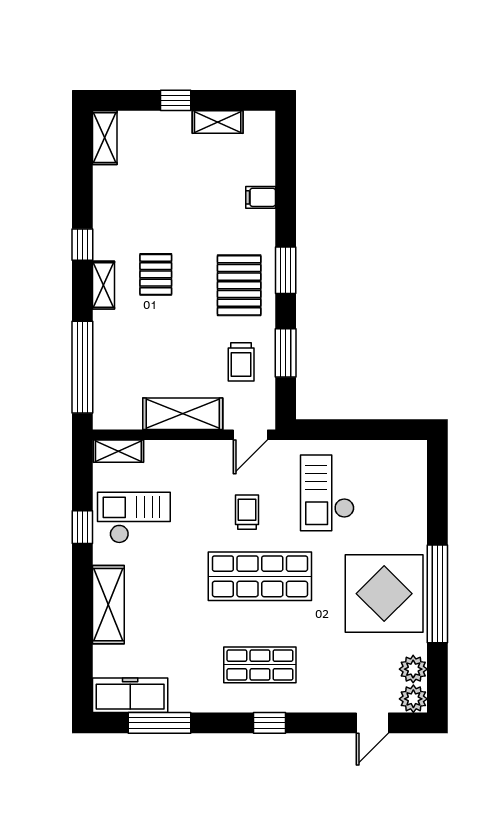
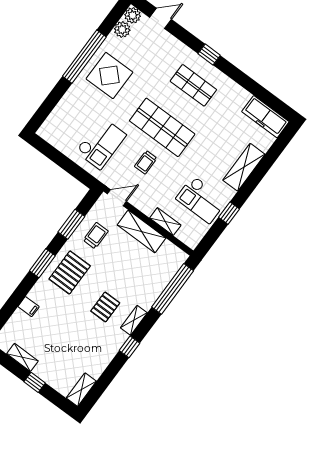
shelving: (118, 451) -> (165, 222), moved
display table: (384, 594) -> (109, 76), width x0.73, depth x0.73
window: (160, 723) -> (261, 93), removed

